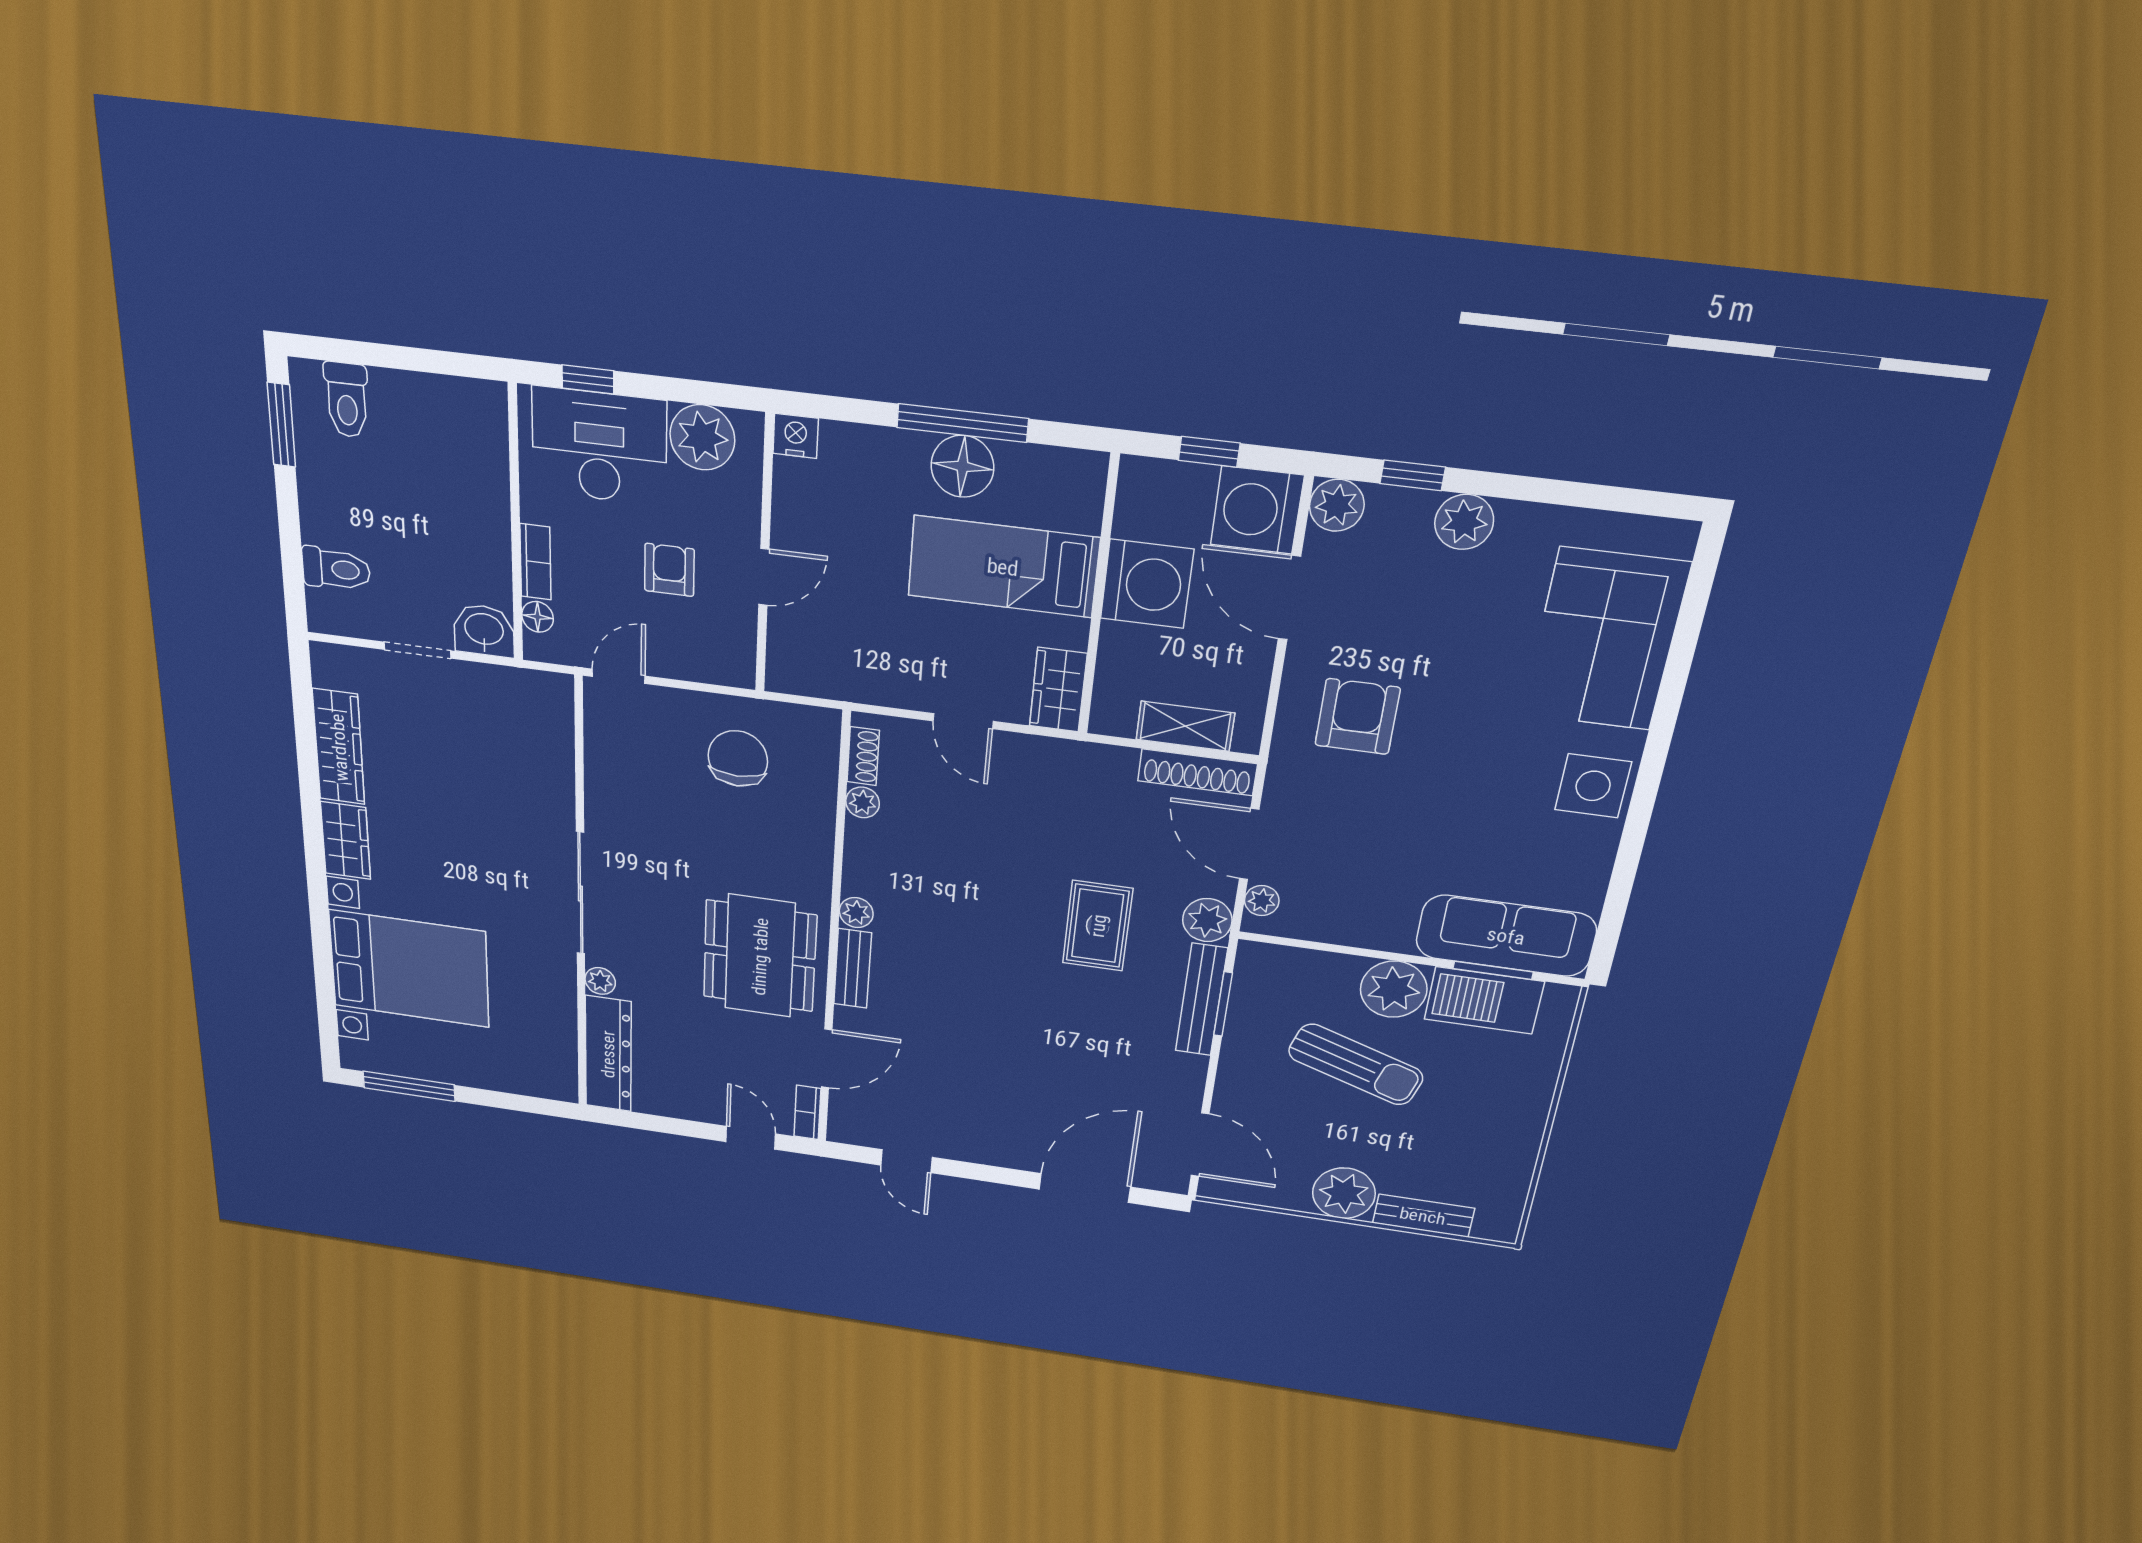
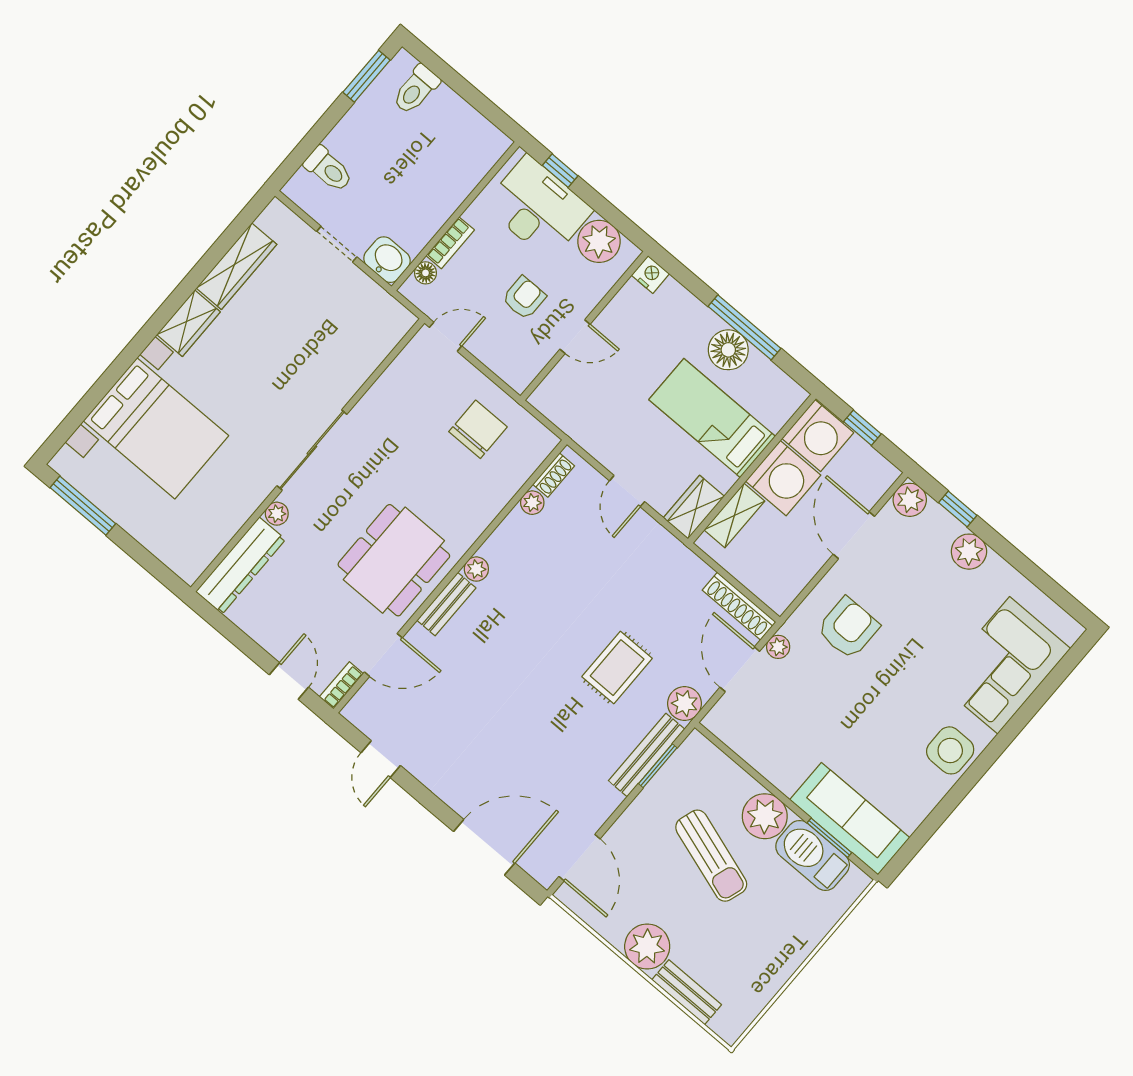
washing machine: (1257, 510) -> (818, 436), moved, turned 180
shelving: (1185, 726) -> (734, 516), moved, turned 90
plant: (1262, 901) -> (778, 647), moved

